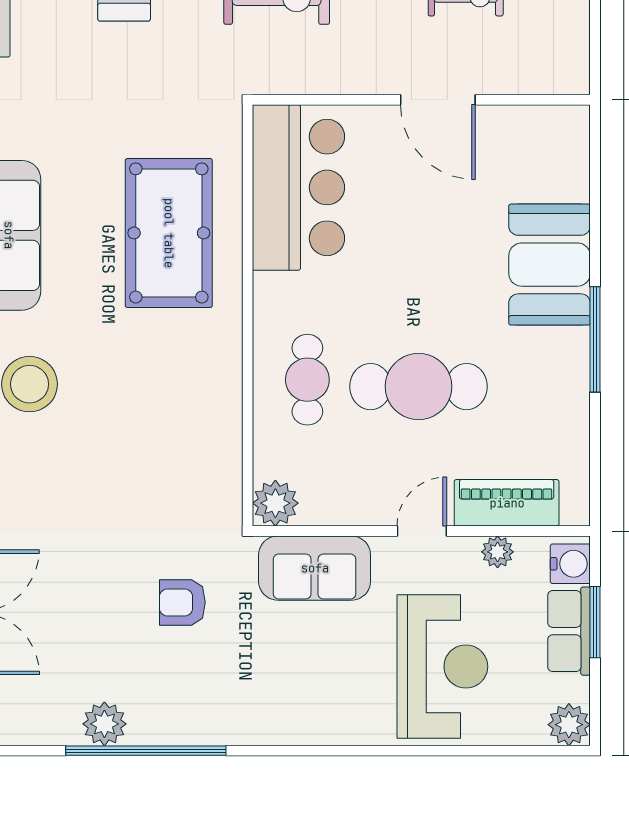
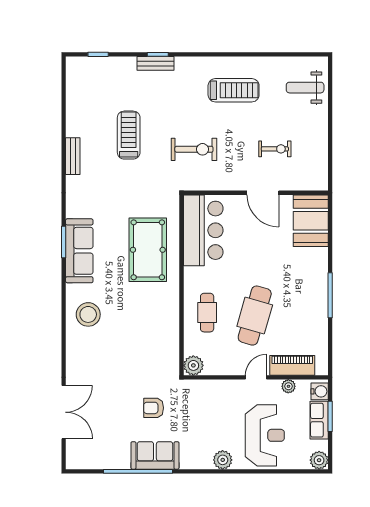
booth: (550, 265) -> (311, 221), moved
cafe table: (419, 387) -> (255, 316), turned -74
sofa: (315, 568) -> (155, 455), moved, turned 180
plant: (104, 724) -> (223, 460), moved

